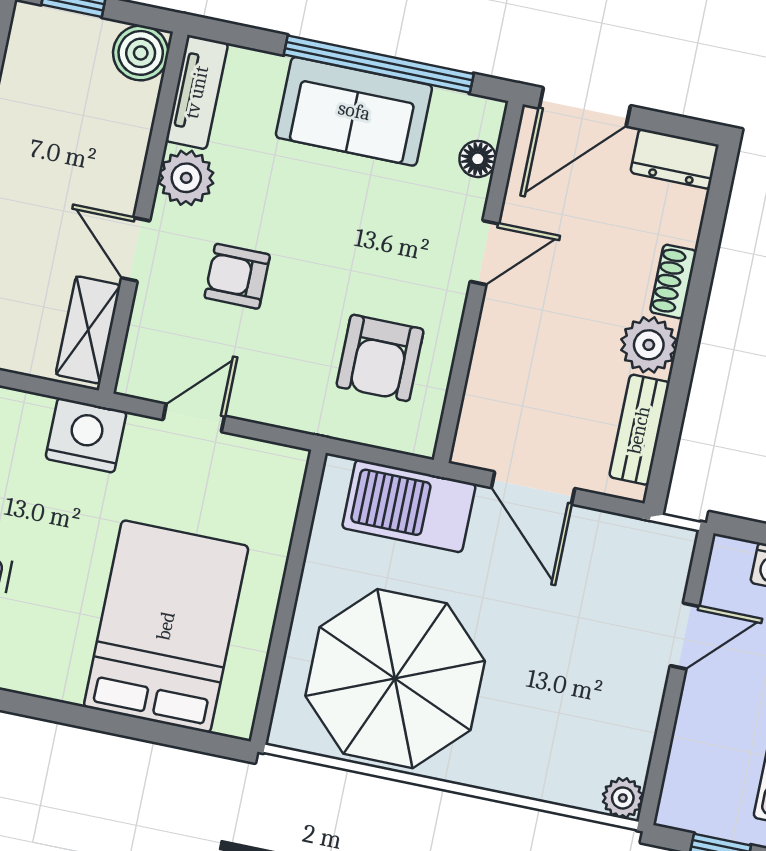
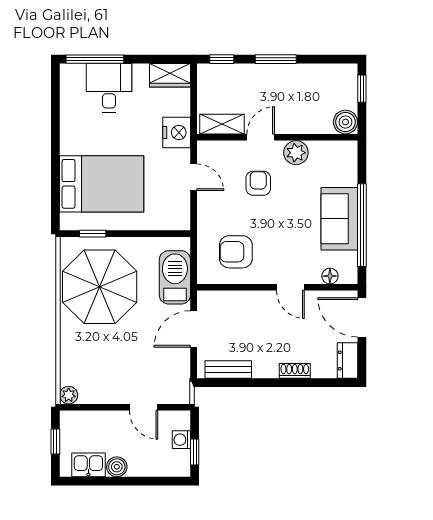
tv unit: (197, 92) -> (334, 150), removed
plant: (649, 345) -> (265, 366), removed
window: (273, 670) -> (93, 234), added

